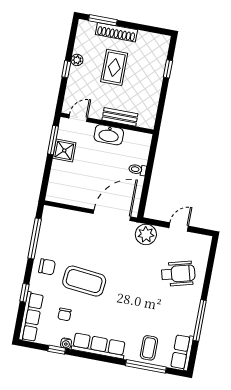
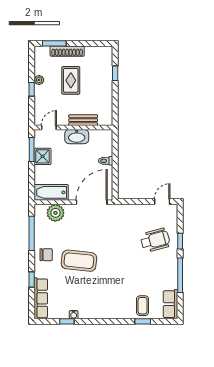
bathtub: (67, 195) -> (51, 192), added
door: (179, 227) -> (162, 202), moved
plant: (146, 234) -> (55, 213), moved
window: (207, 280) -> (180, 241), added
chair: (65, 314) -> (68, 291), removed
row of seats: (99, 346) -> (101, 312), removed
window: (146, 366) -> (143, 321), width x0.46

